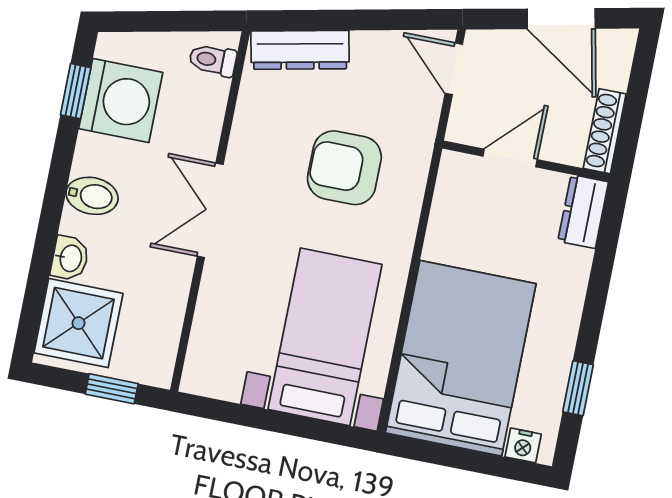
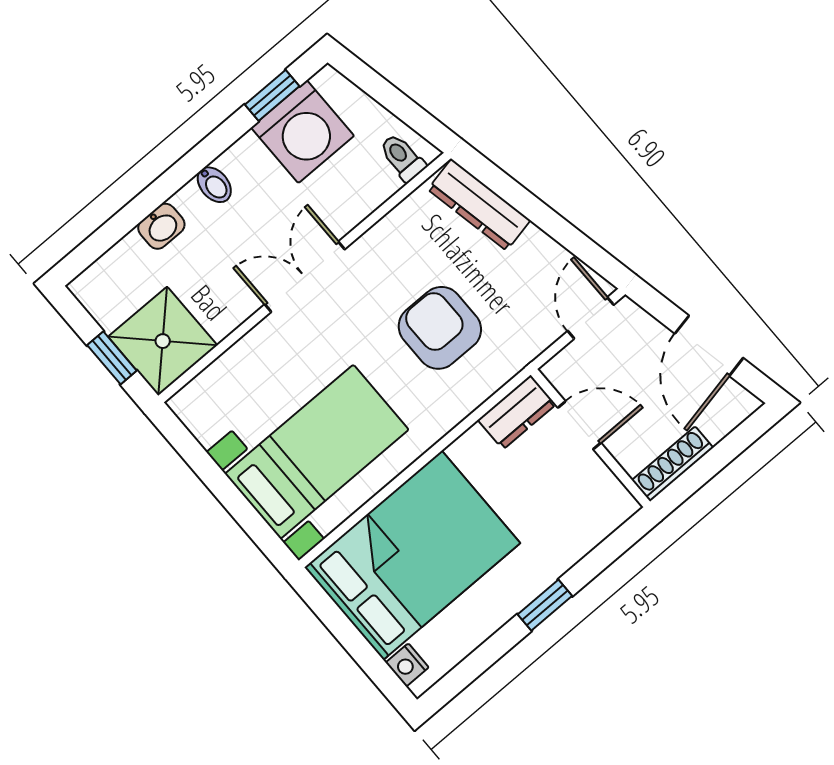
bidet: (92, 196) -> (214, 185), width x0.72, depth x0.74
dresser: (583, 212) -> (517, 412), moved, turned 180
shower: (78, 323) -> (163, 341), moved
window: (578, 388) -> (545, 605), moved

